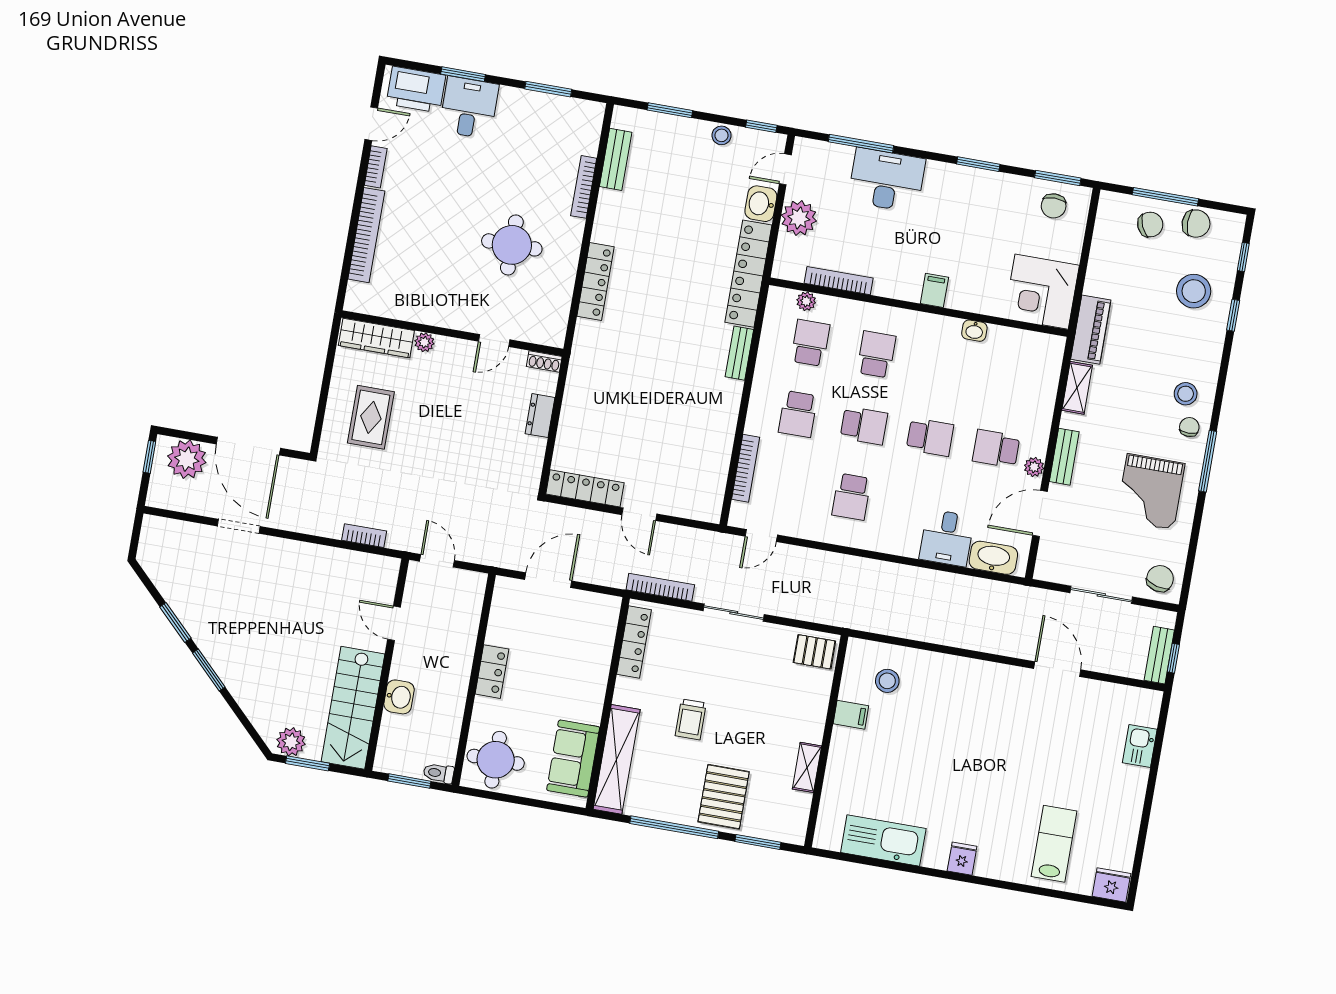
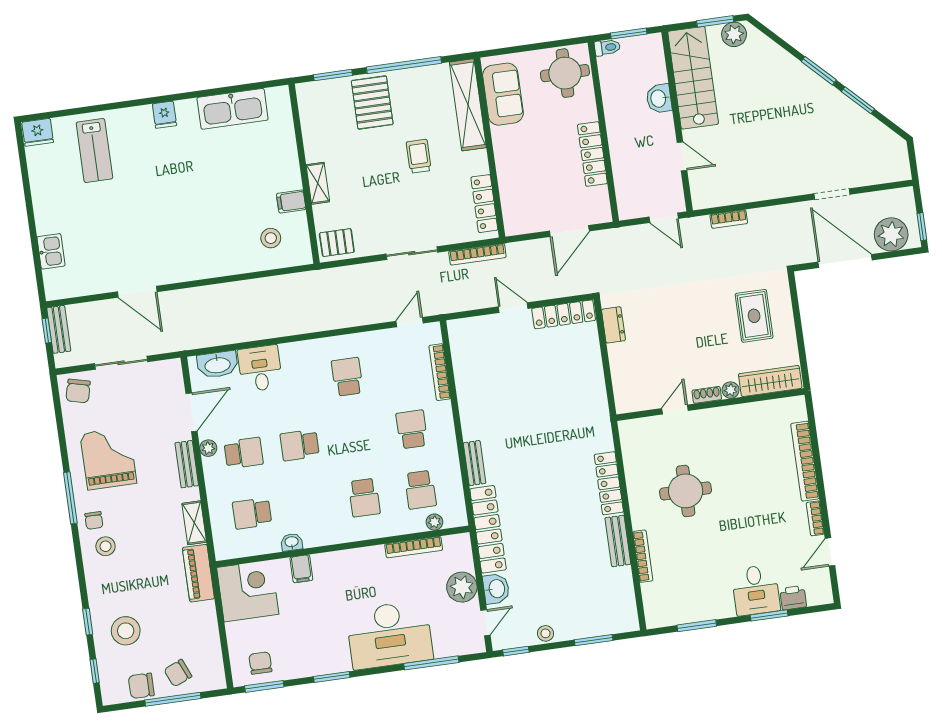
printer: (416, 90) -> (793, 598), width x0.53, depth x0.68
bench: (616, 159) -> (618, 541), moved
desk: (887, 180) -> (389, 635), width x1.36, depth x1.30
filing cabinet: (934, 290) -> (301, 569), moved
shoe rack: (544, 361) -> (707, 395), moved
dresser: (540, 416) -> (613, 325), moved
school desk: (864, 426) -> (252, 513), moved
locker: (492, 672) -> (592, 154), width x1.53
shelving: (807, 767) -> (318, 183), moved

